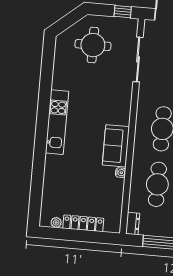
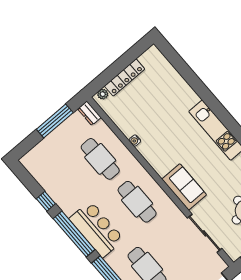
sofa: (116, 146) -> (184, 187), moved
plant: (56, 222) -> (103, 94), moved

